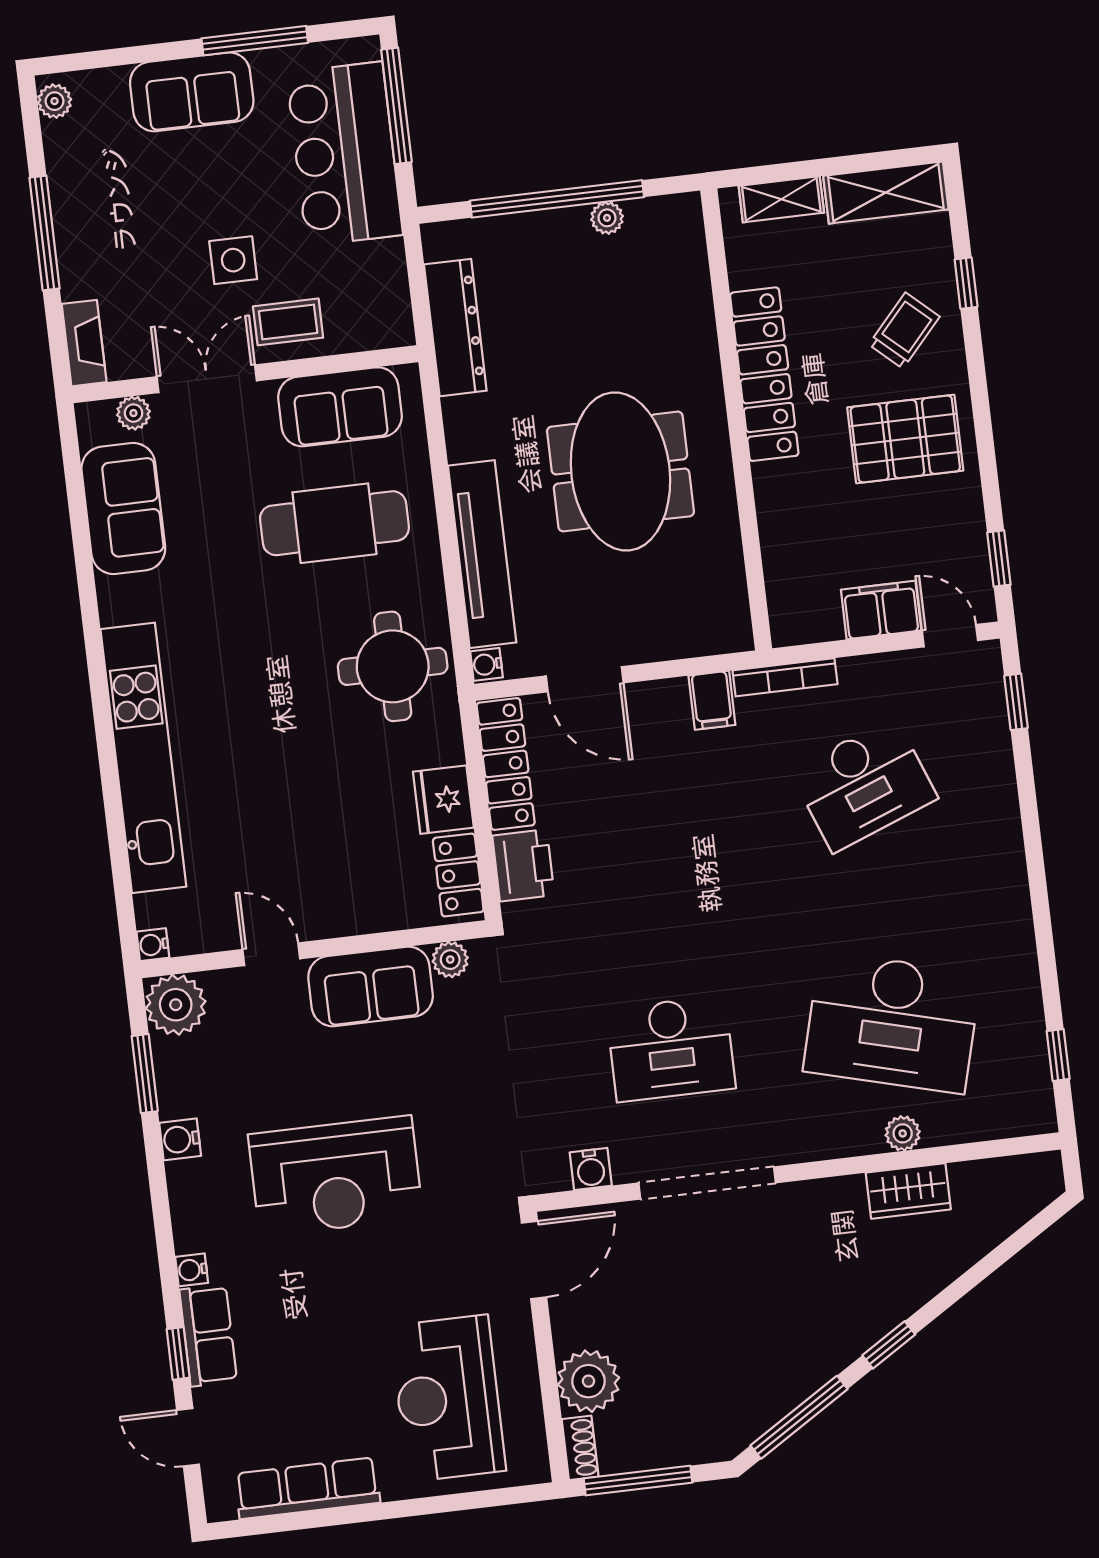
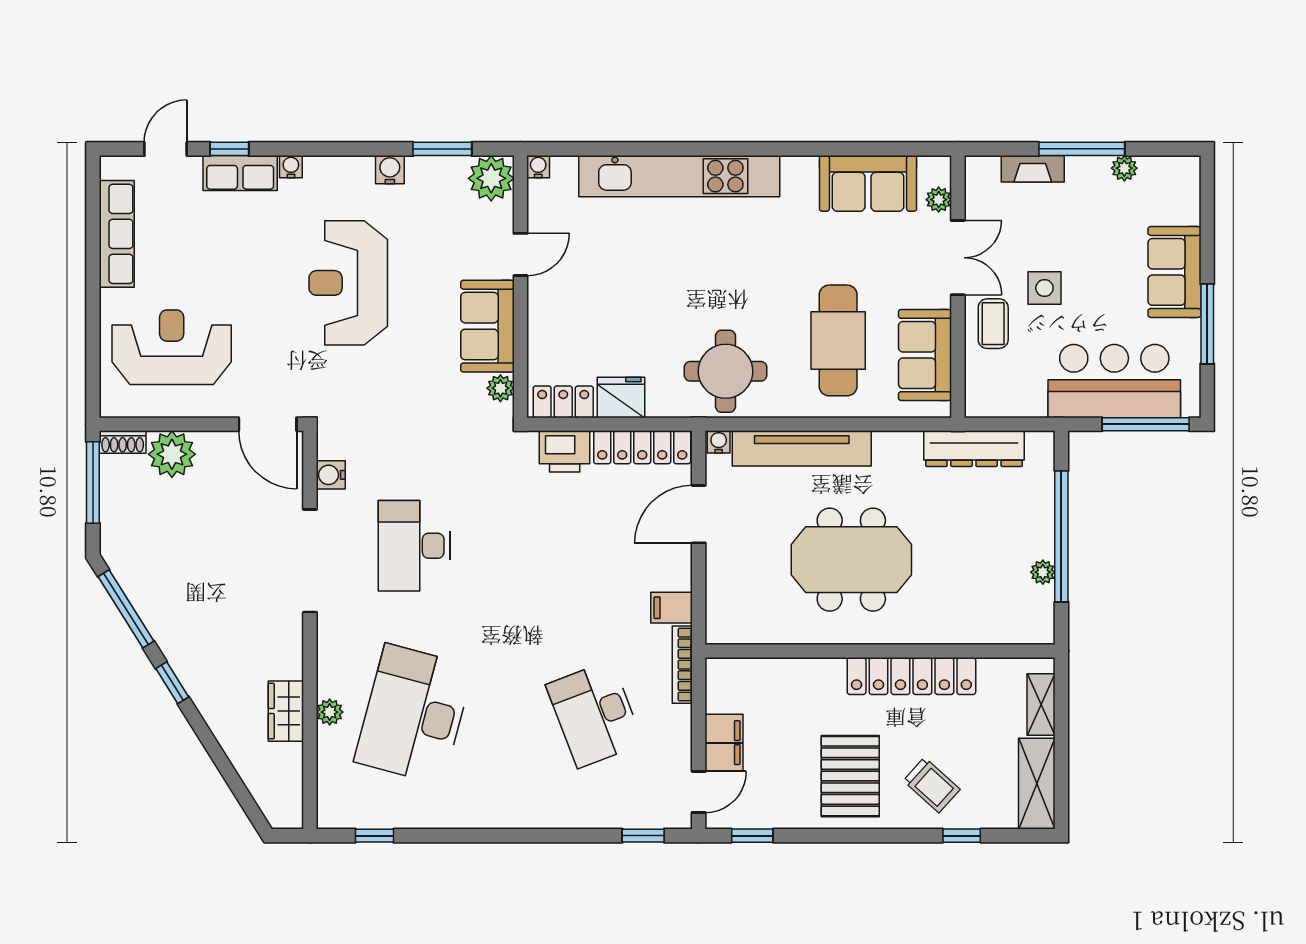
plant: (55, 101) -> (1124, 168), moved
fireplace: (84, 343) -> (1033, 169), moved

